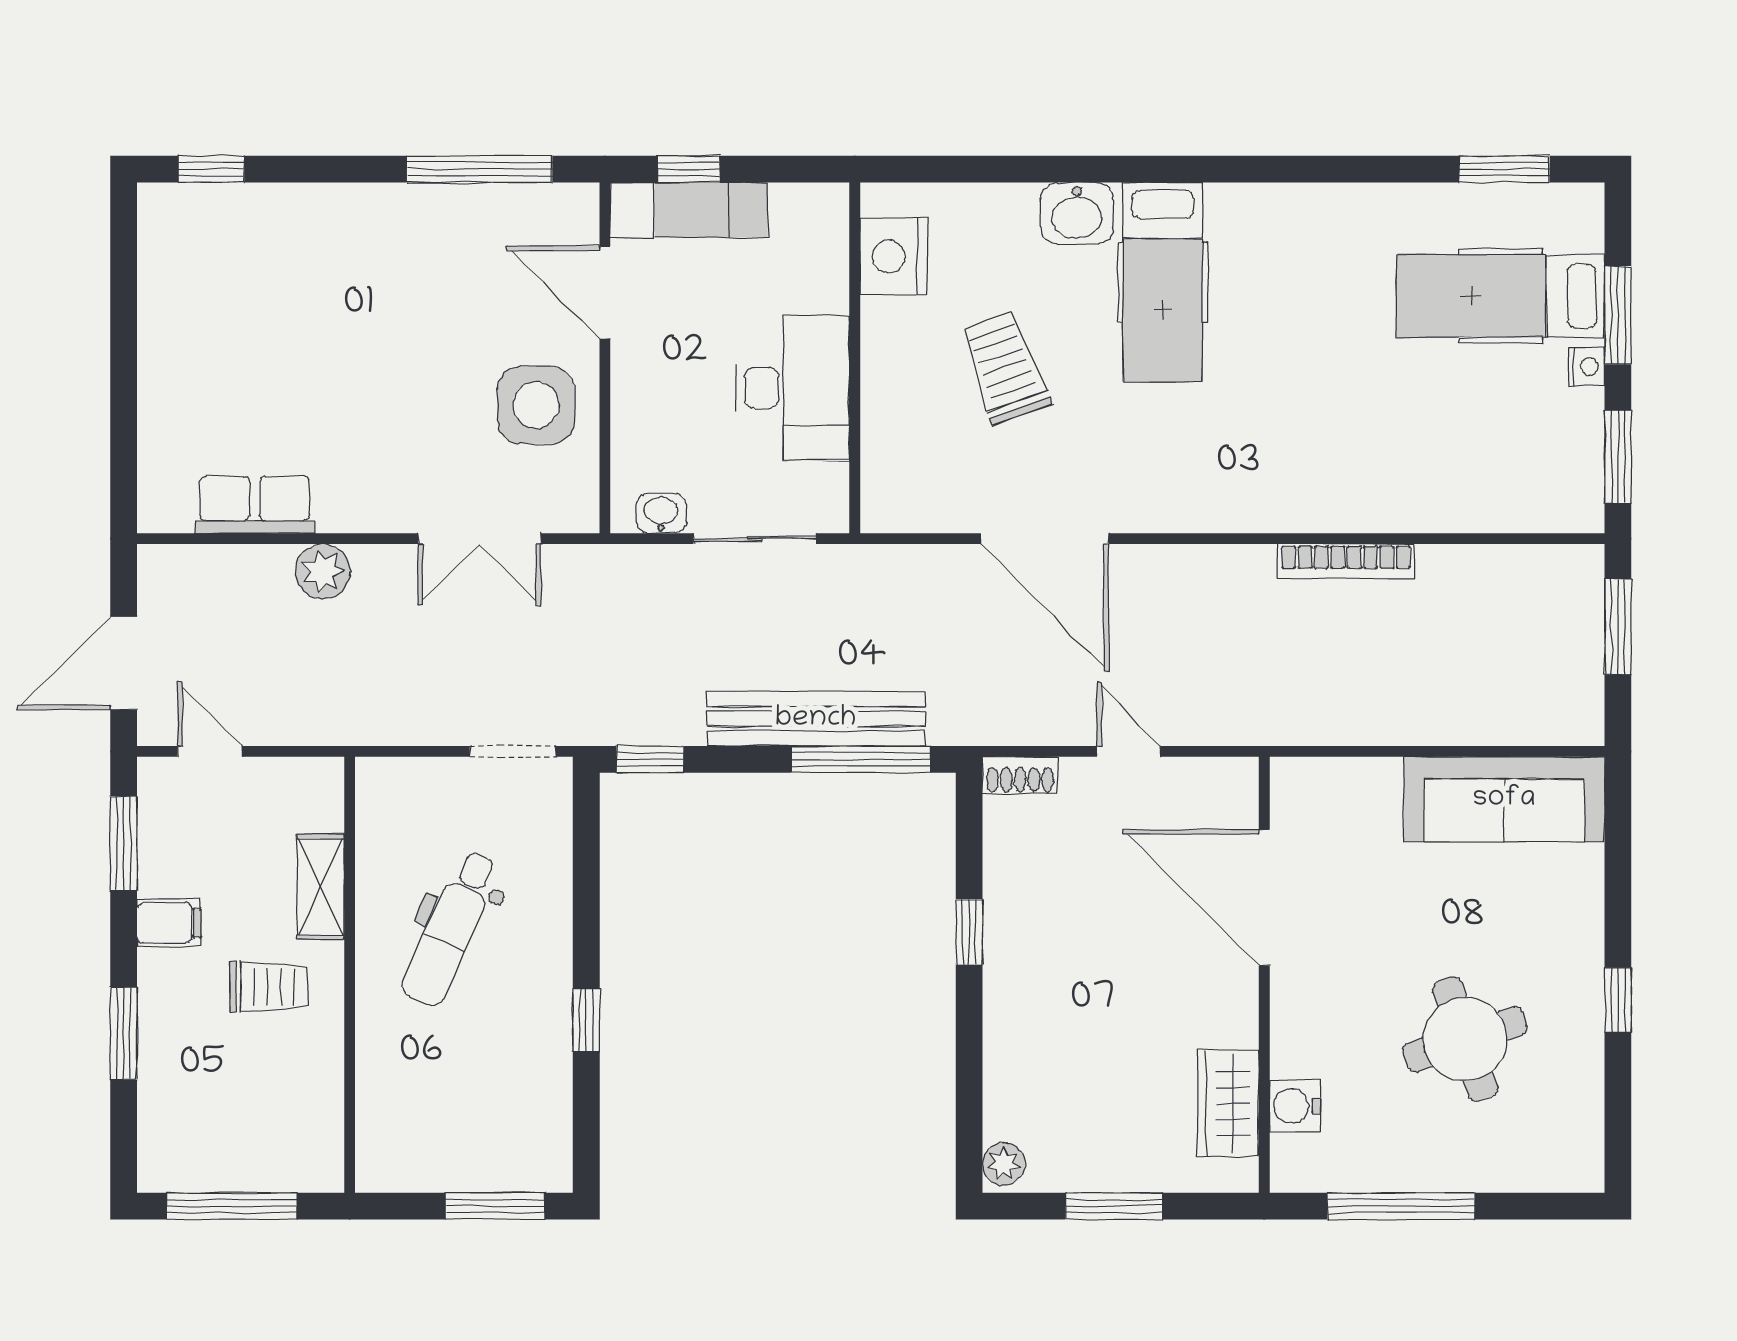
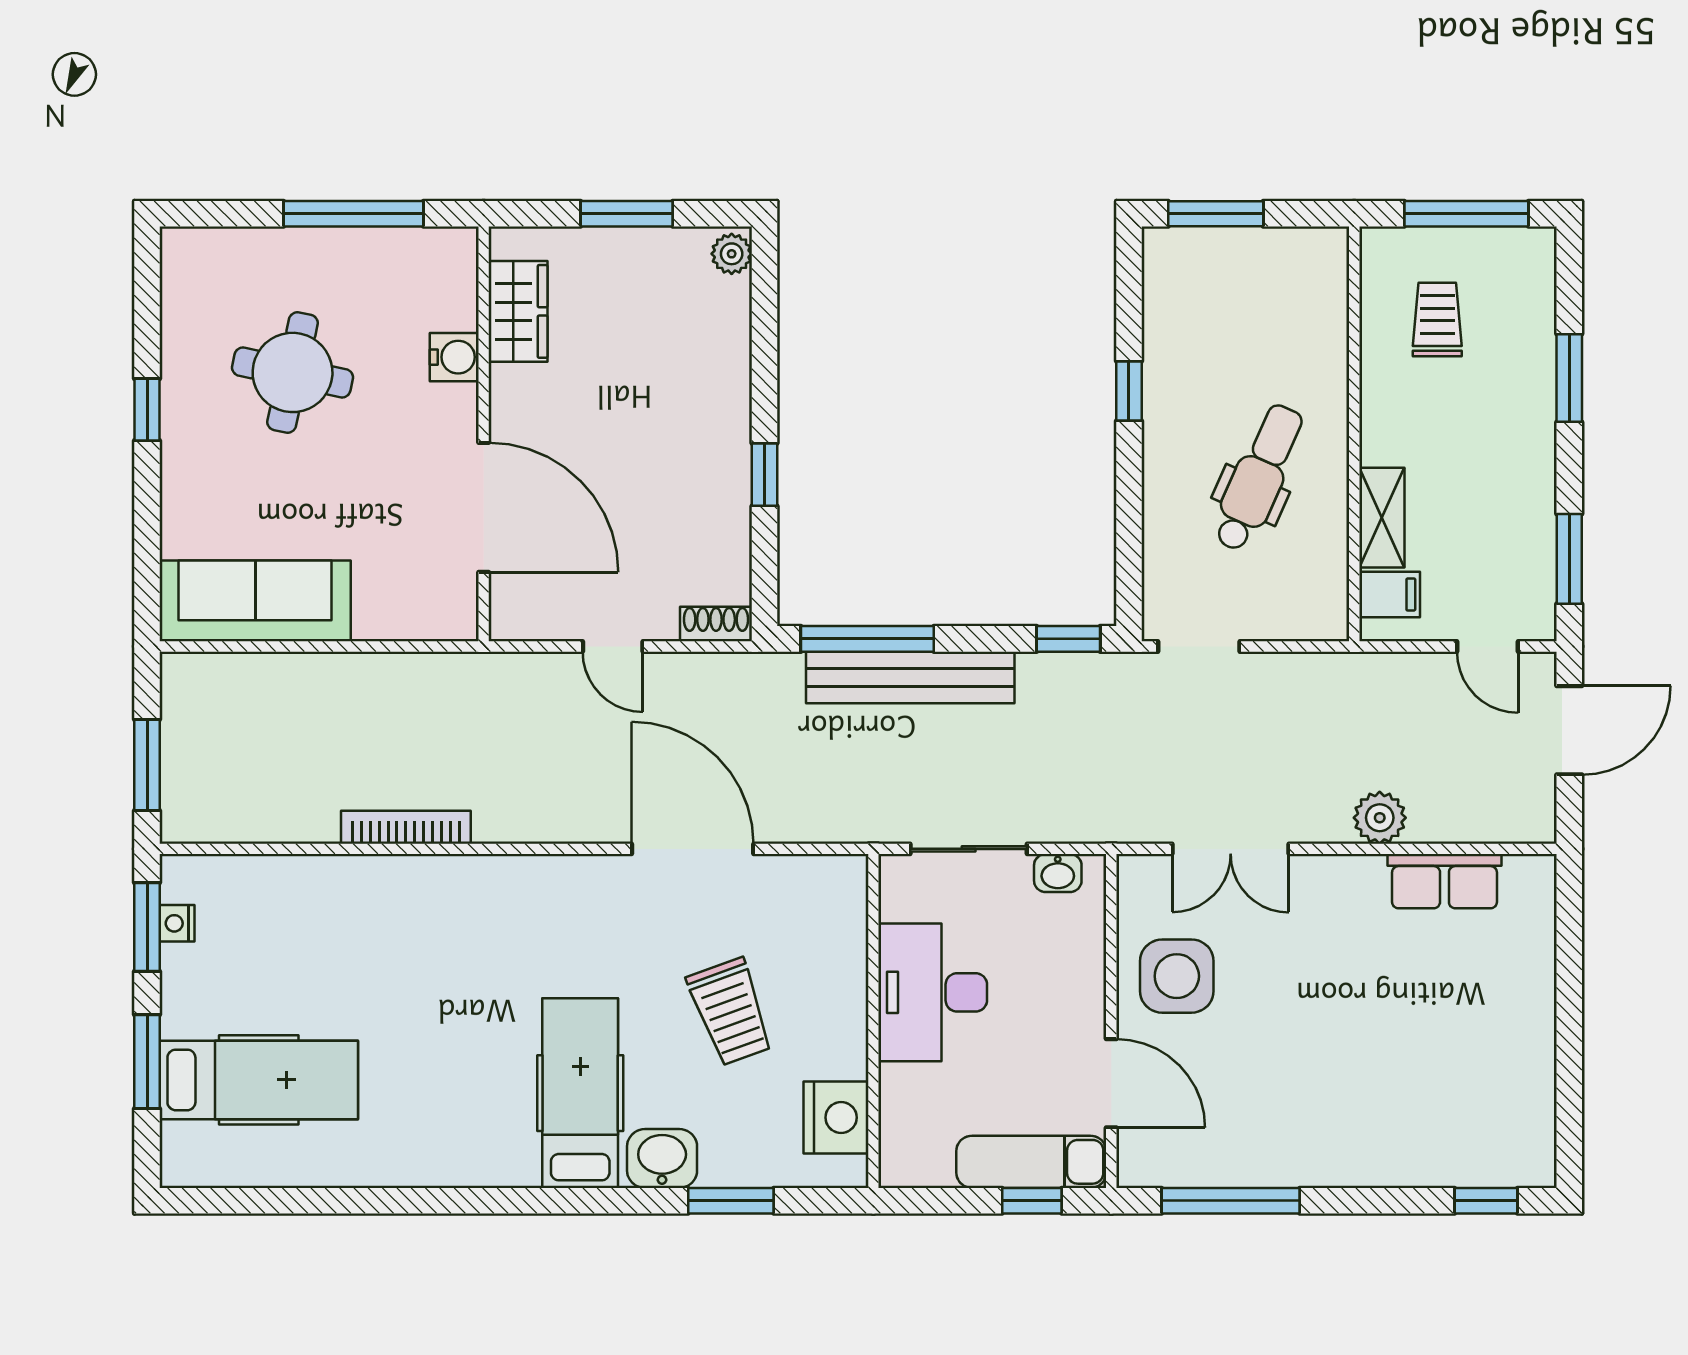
window: (1504, 169) -> (731, 1201), moved
nightstand: (1586, 366) -> (177, 923), moved
double door: (480, 539) -> (1231, 849), swing flipped
filing cabinet: (169, 923) -> (1390, 594), moved, turned 180
trolley: (269, 987) -> (1437, 320), moved, turned 90
round table: (1465, 1039) -> (293, 372), turned 31
water cooler: (1295, 1106) -> (454, 357), moved

